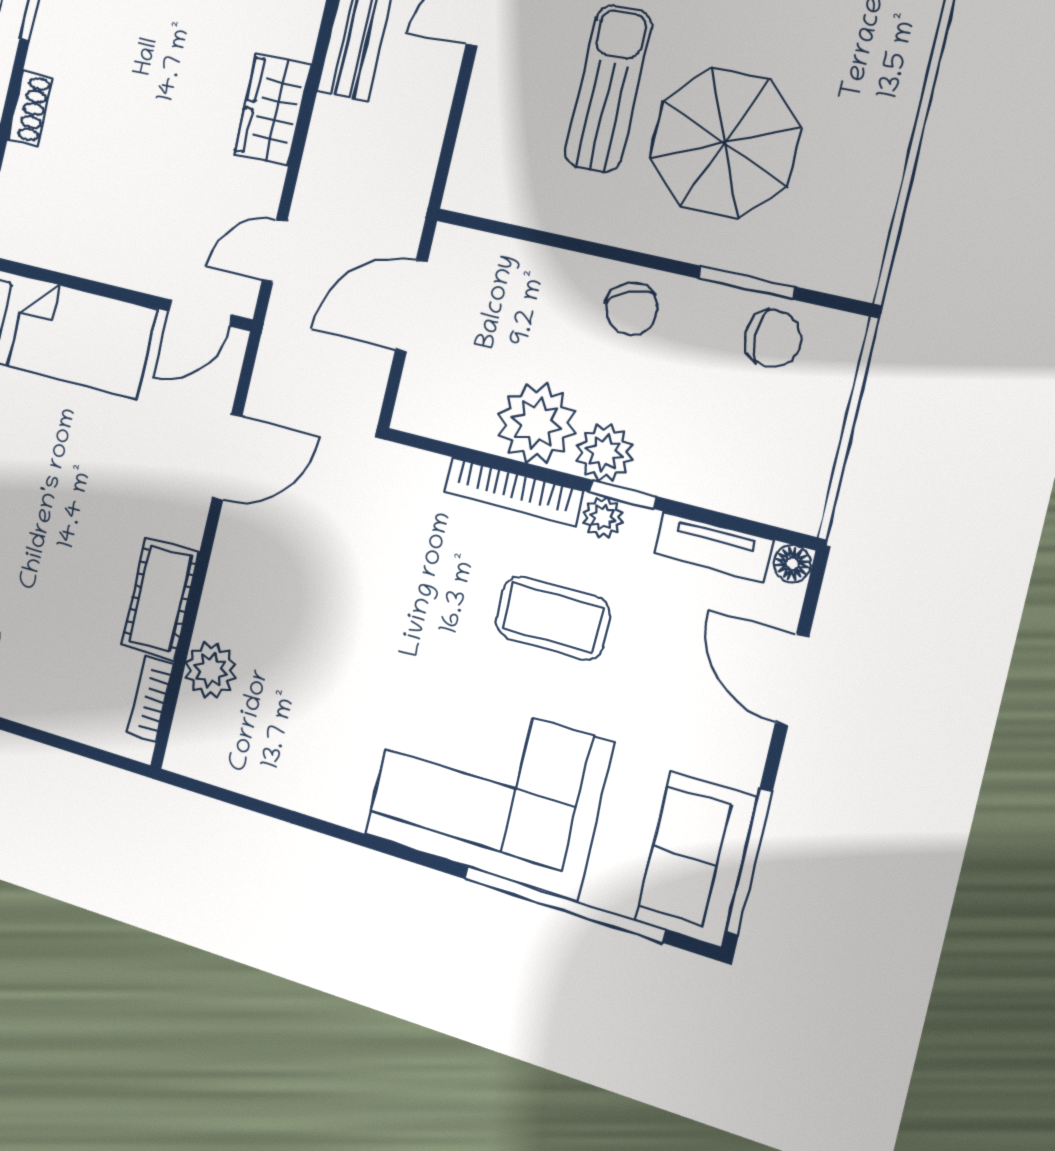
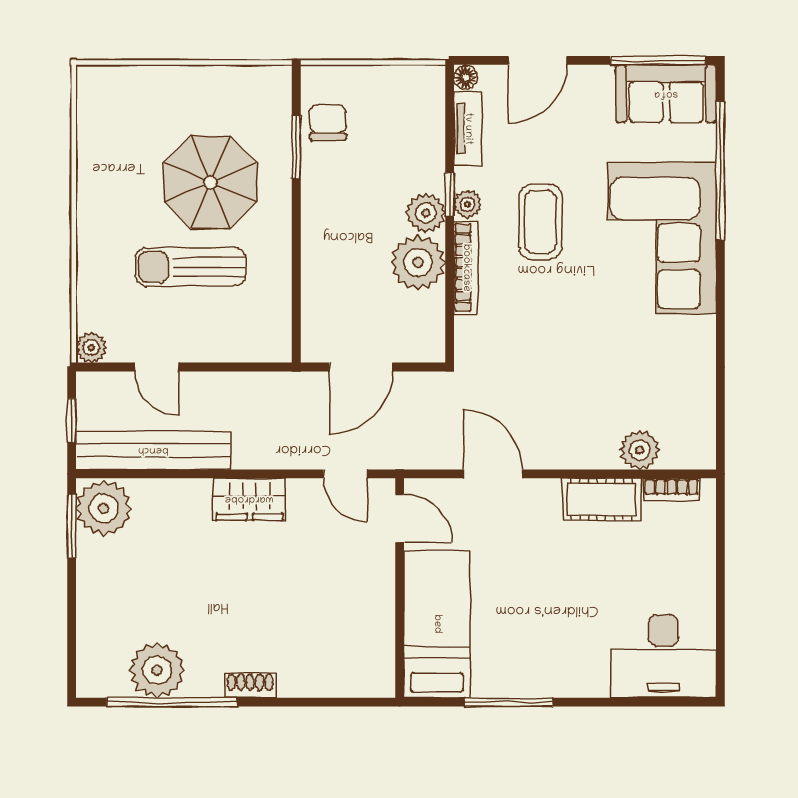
shoe rack: (30, 108) -> (250, 685), moved
door: (411, 306) -> (361, 367), hinge flipped
chair: (632, 309) -> (329, 217), removed

